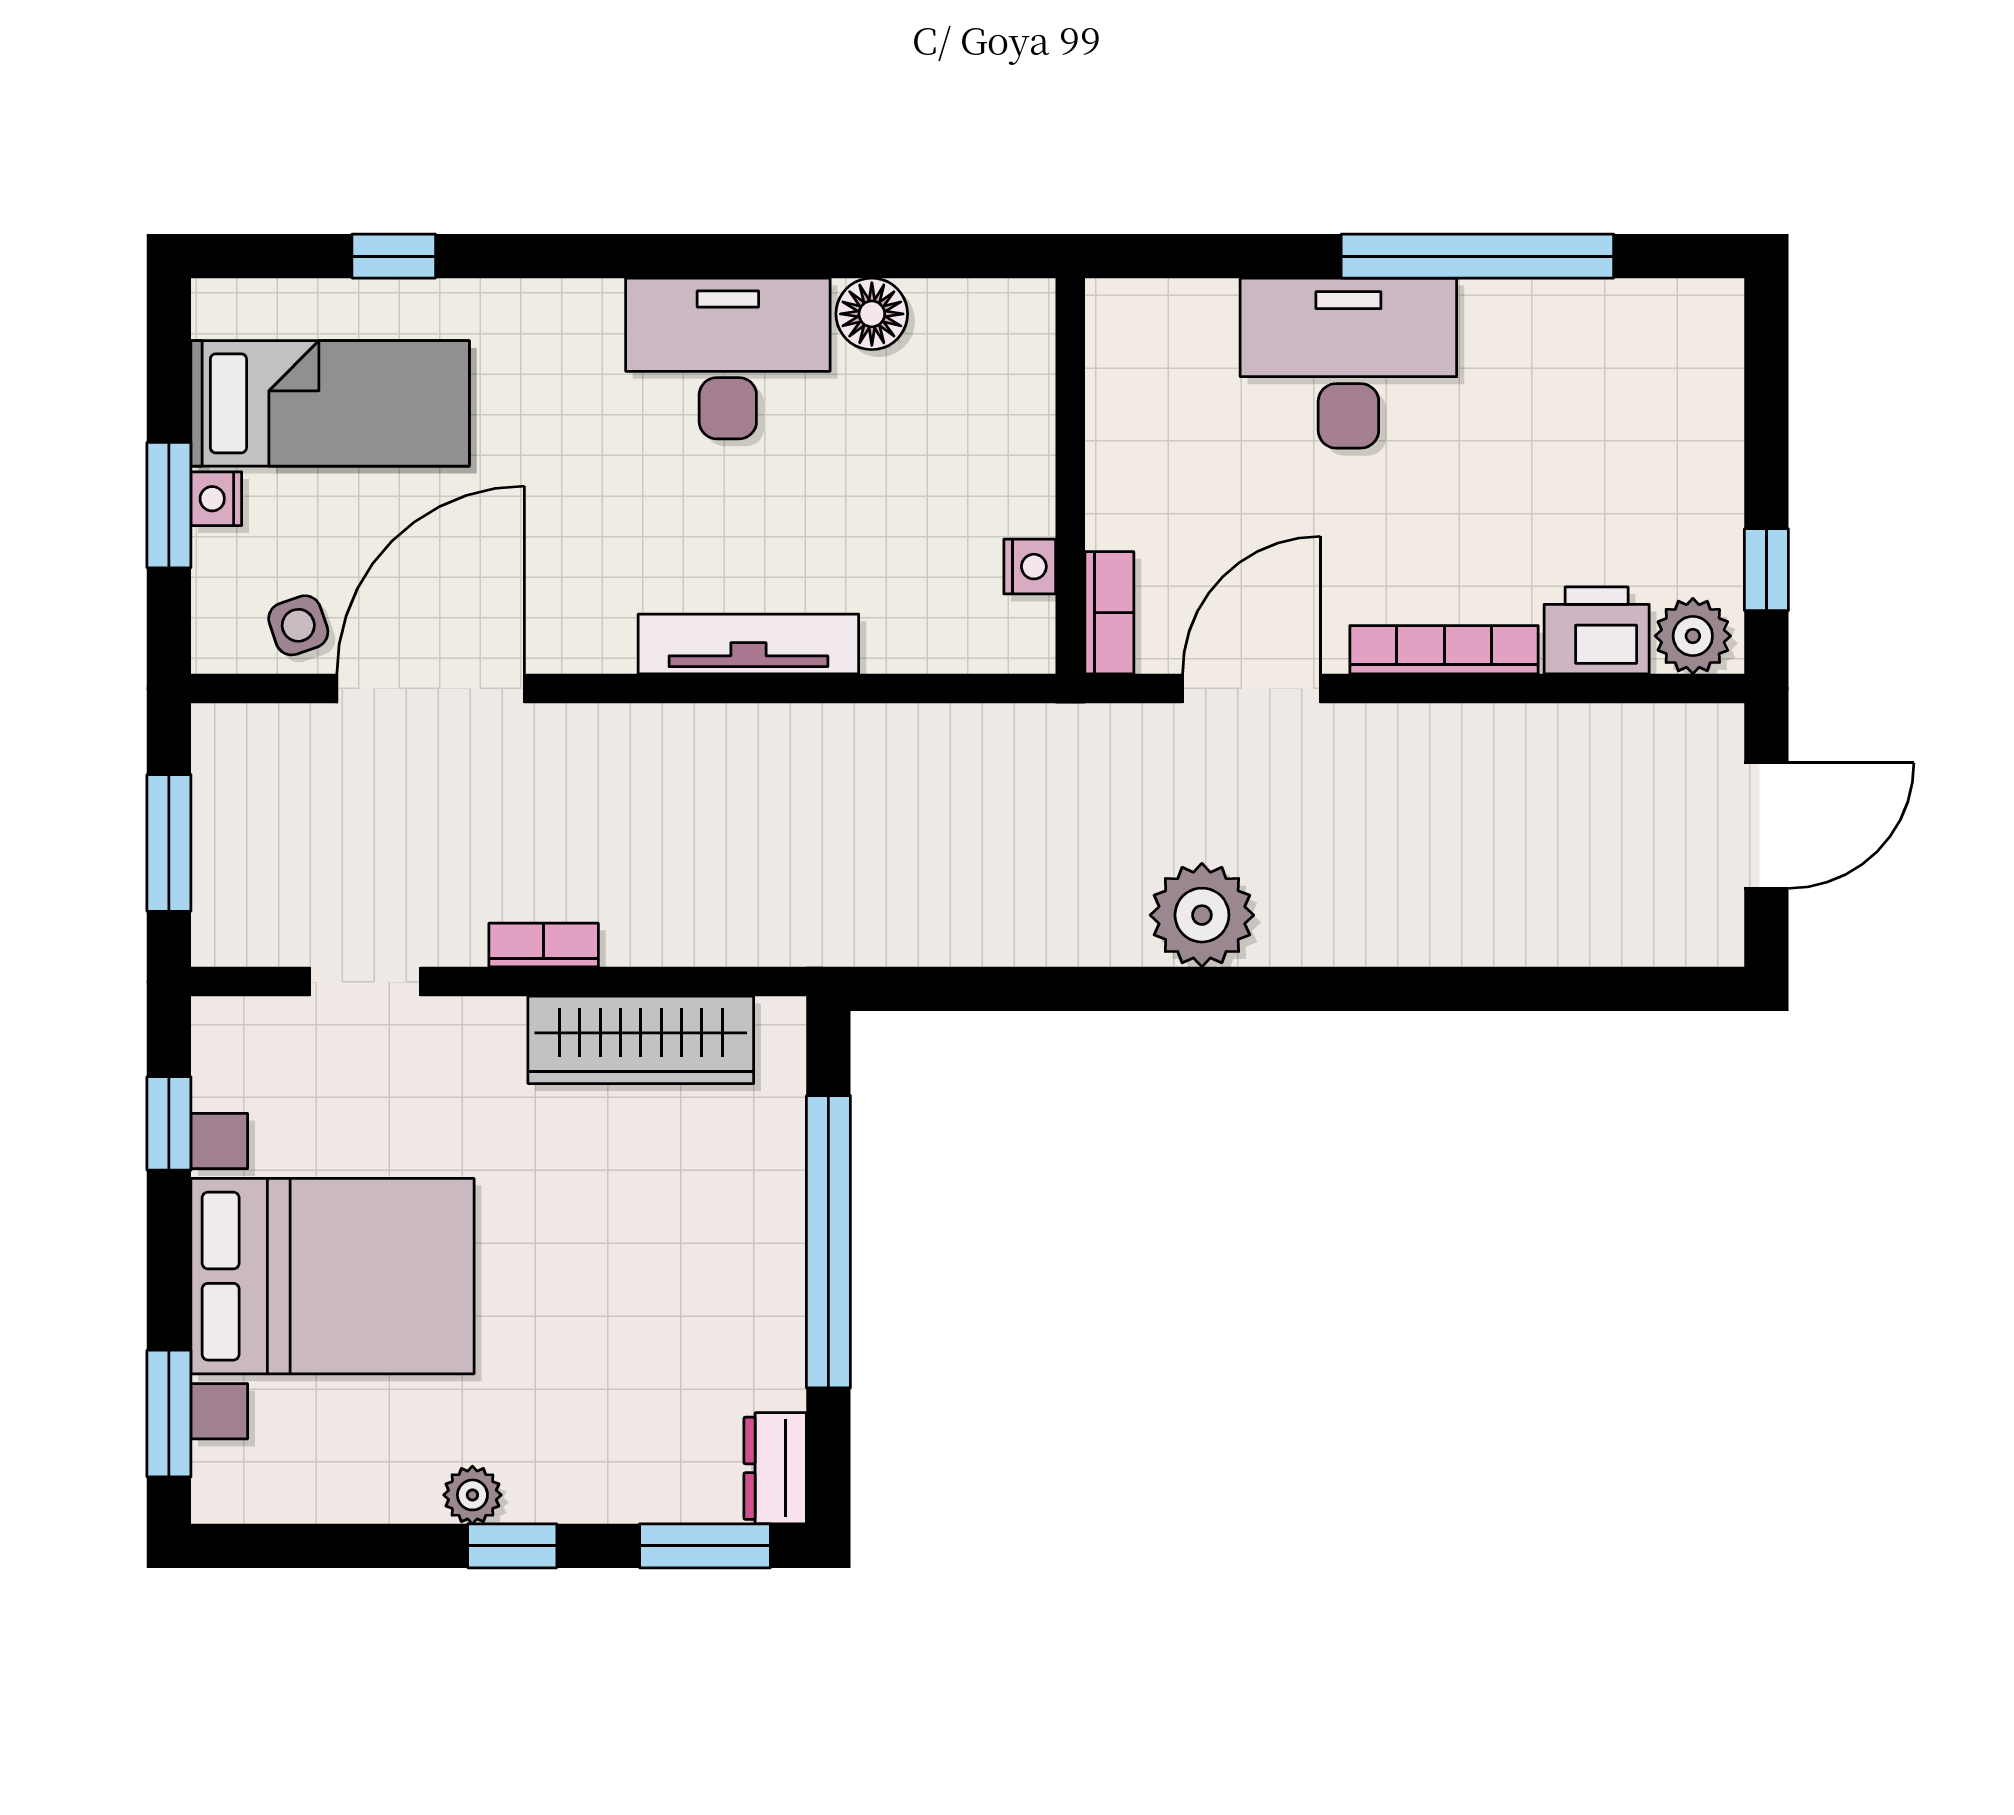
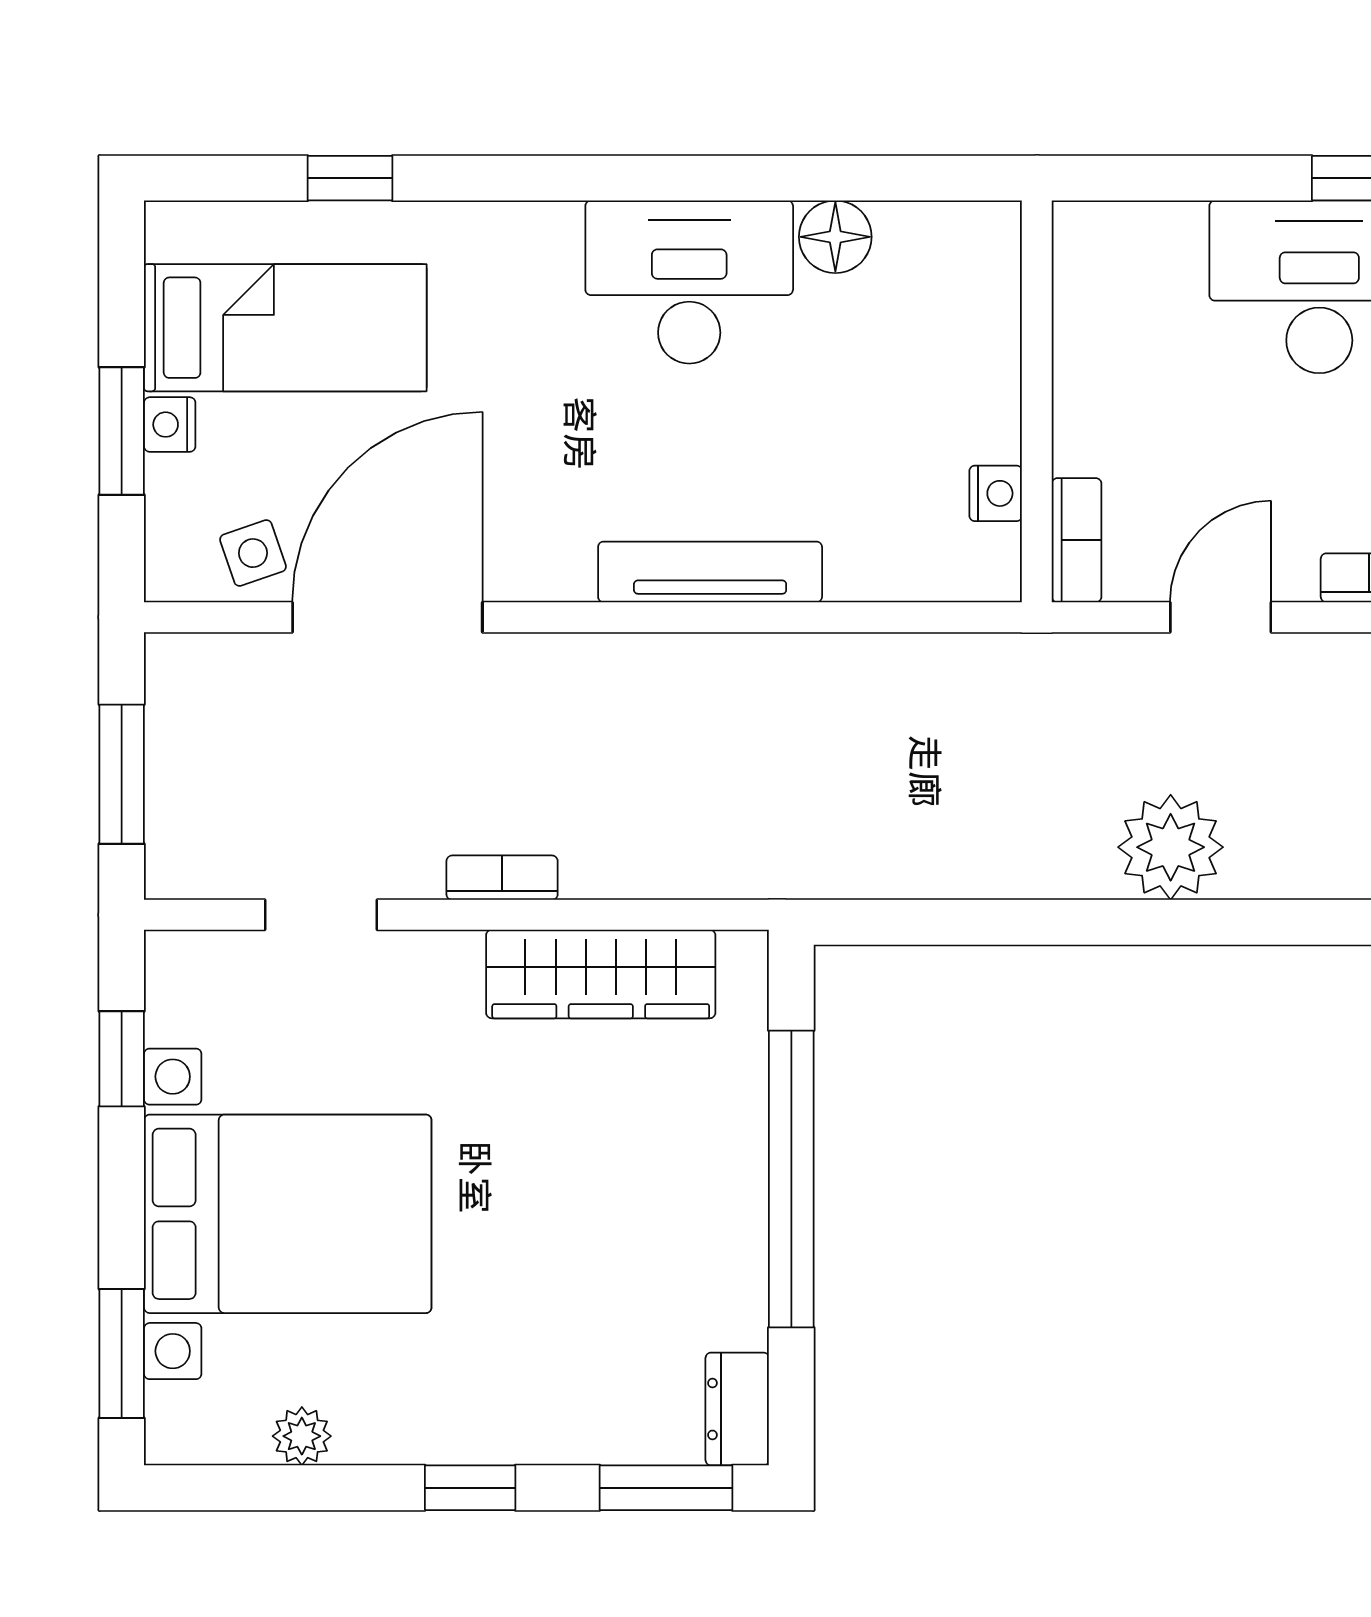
door: (1251, 688) -> (1221, 617), width x0.73
plant: (472, 1495) -> (302, 1436), moved

